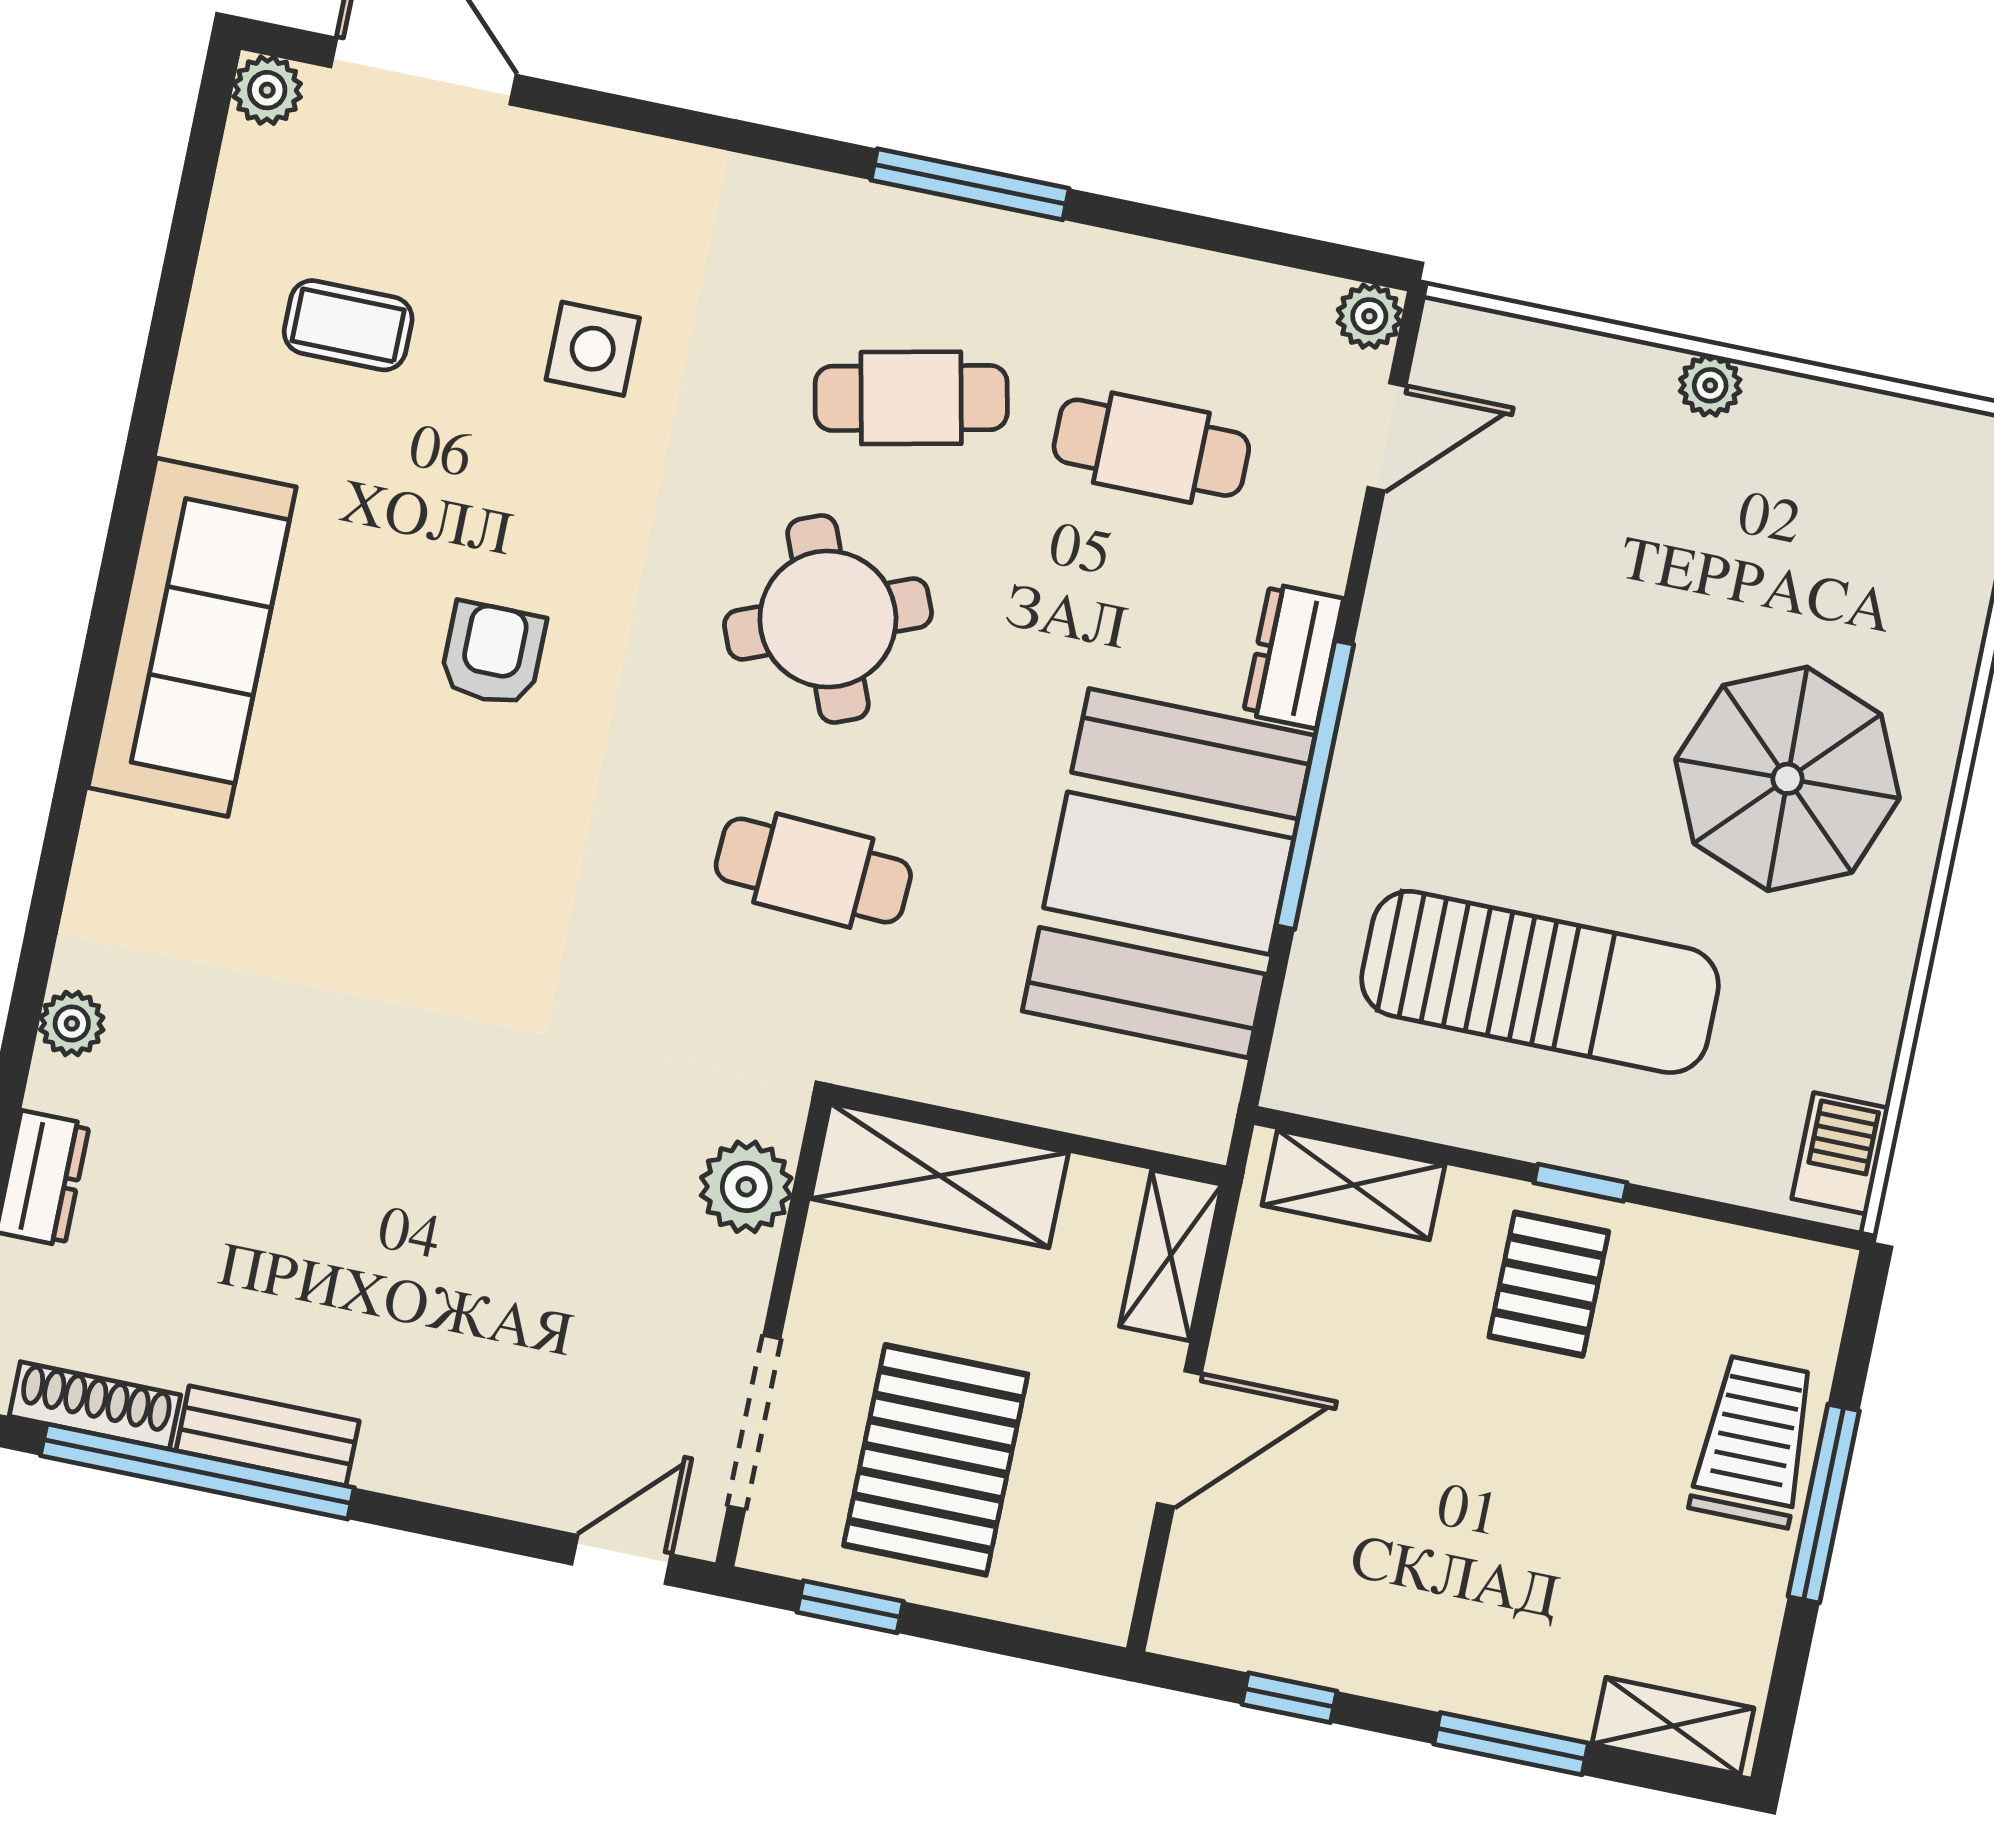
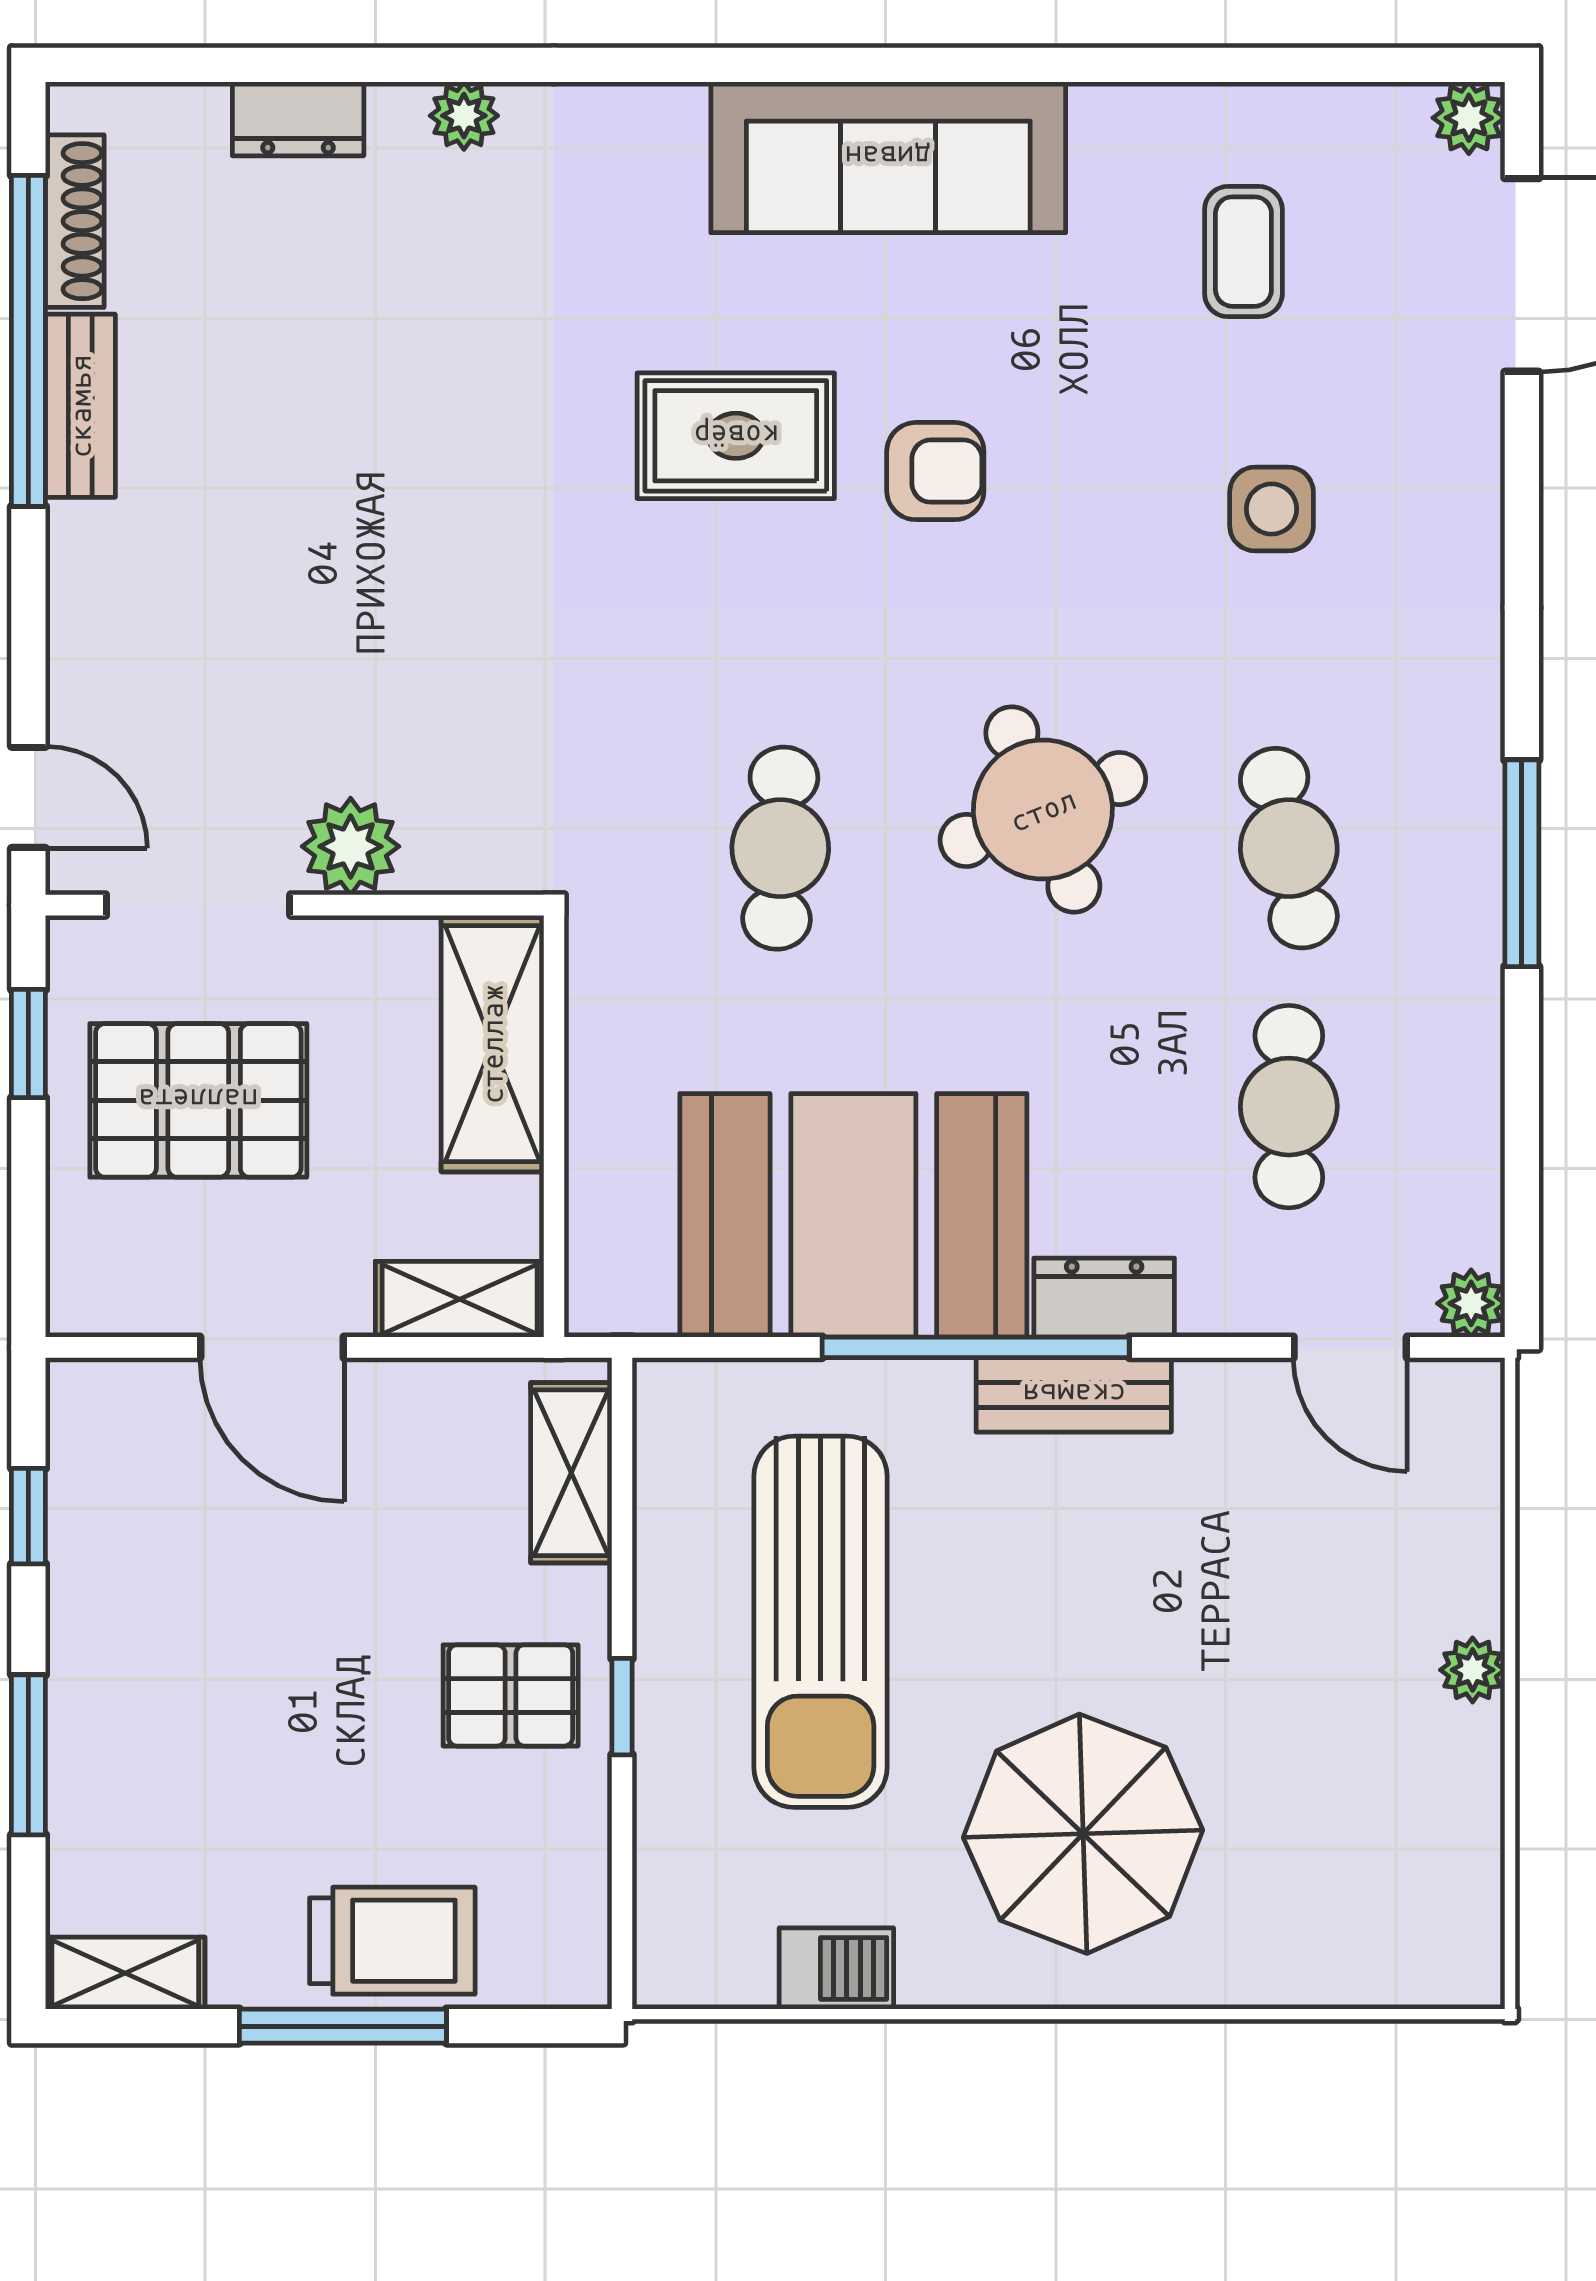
bench: (1378, 703) -> (1074, 1395), added
rug: (422, 832) -> (736, 436), added
barbecue: (1840, 1153) -> (836, 1968), moved
plant: (746, 1187) -> (351, 846), moved
shelving: (1673, 1726) -> (125, 1973), moved, turned 90

